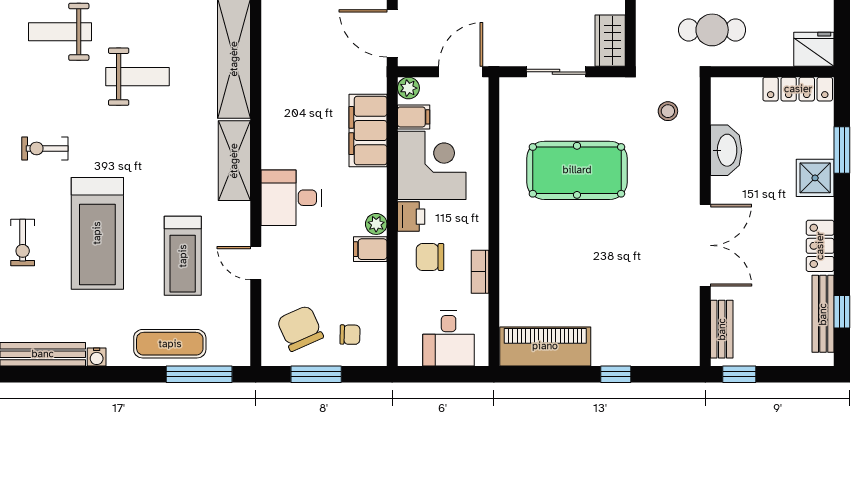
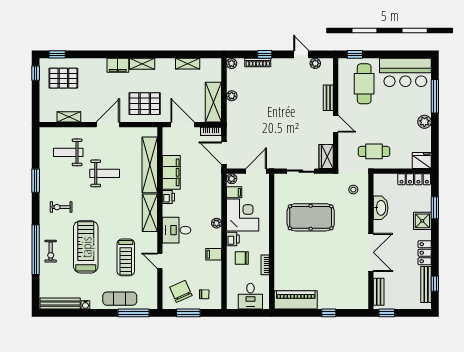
printer: (274, 127) -> (168, 197), added
filing cabinet: (368, 131) -> (171, 172), moved, turned 180
plant: (376, 224) -> (217, 223), moved
treadmill: (97, 233) -> (86, 247), turned 180

